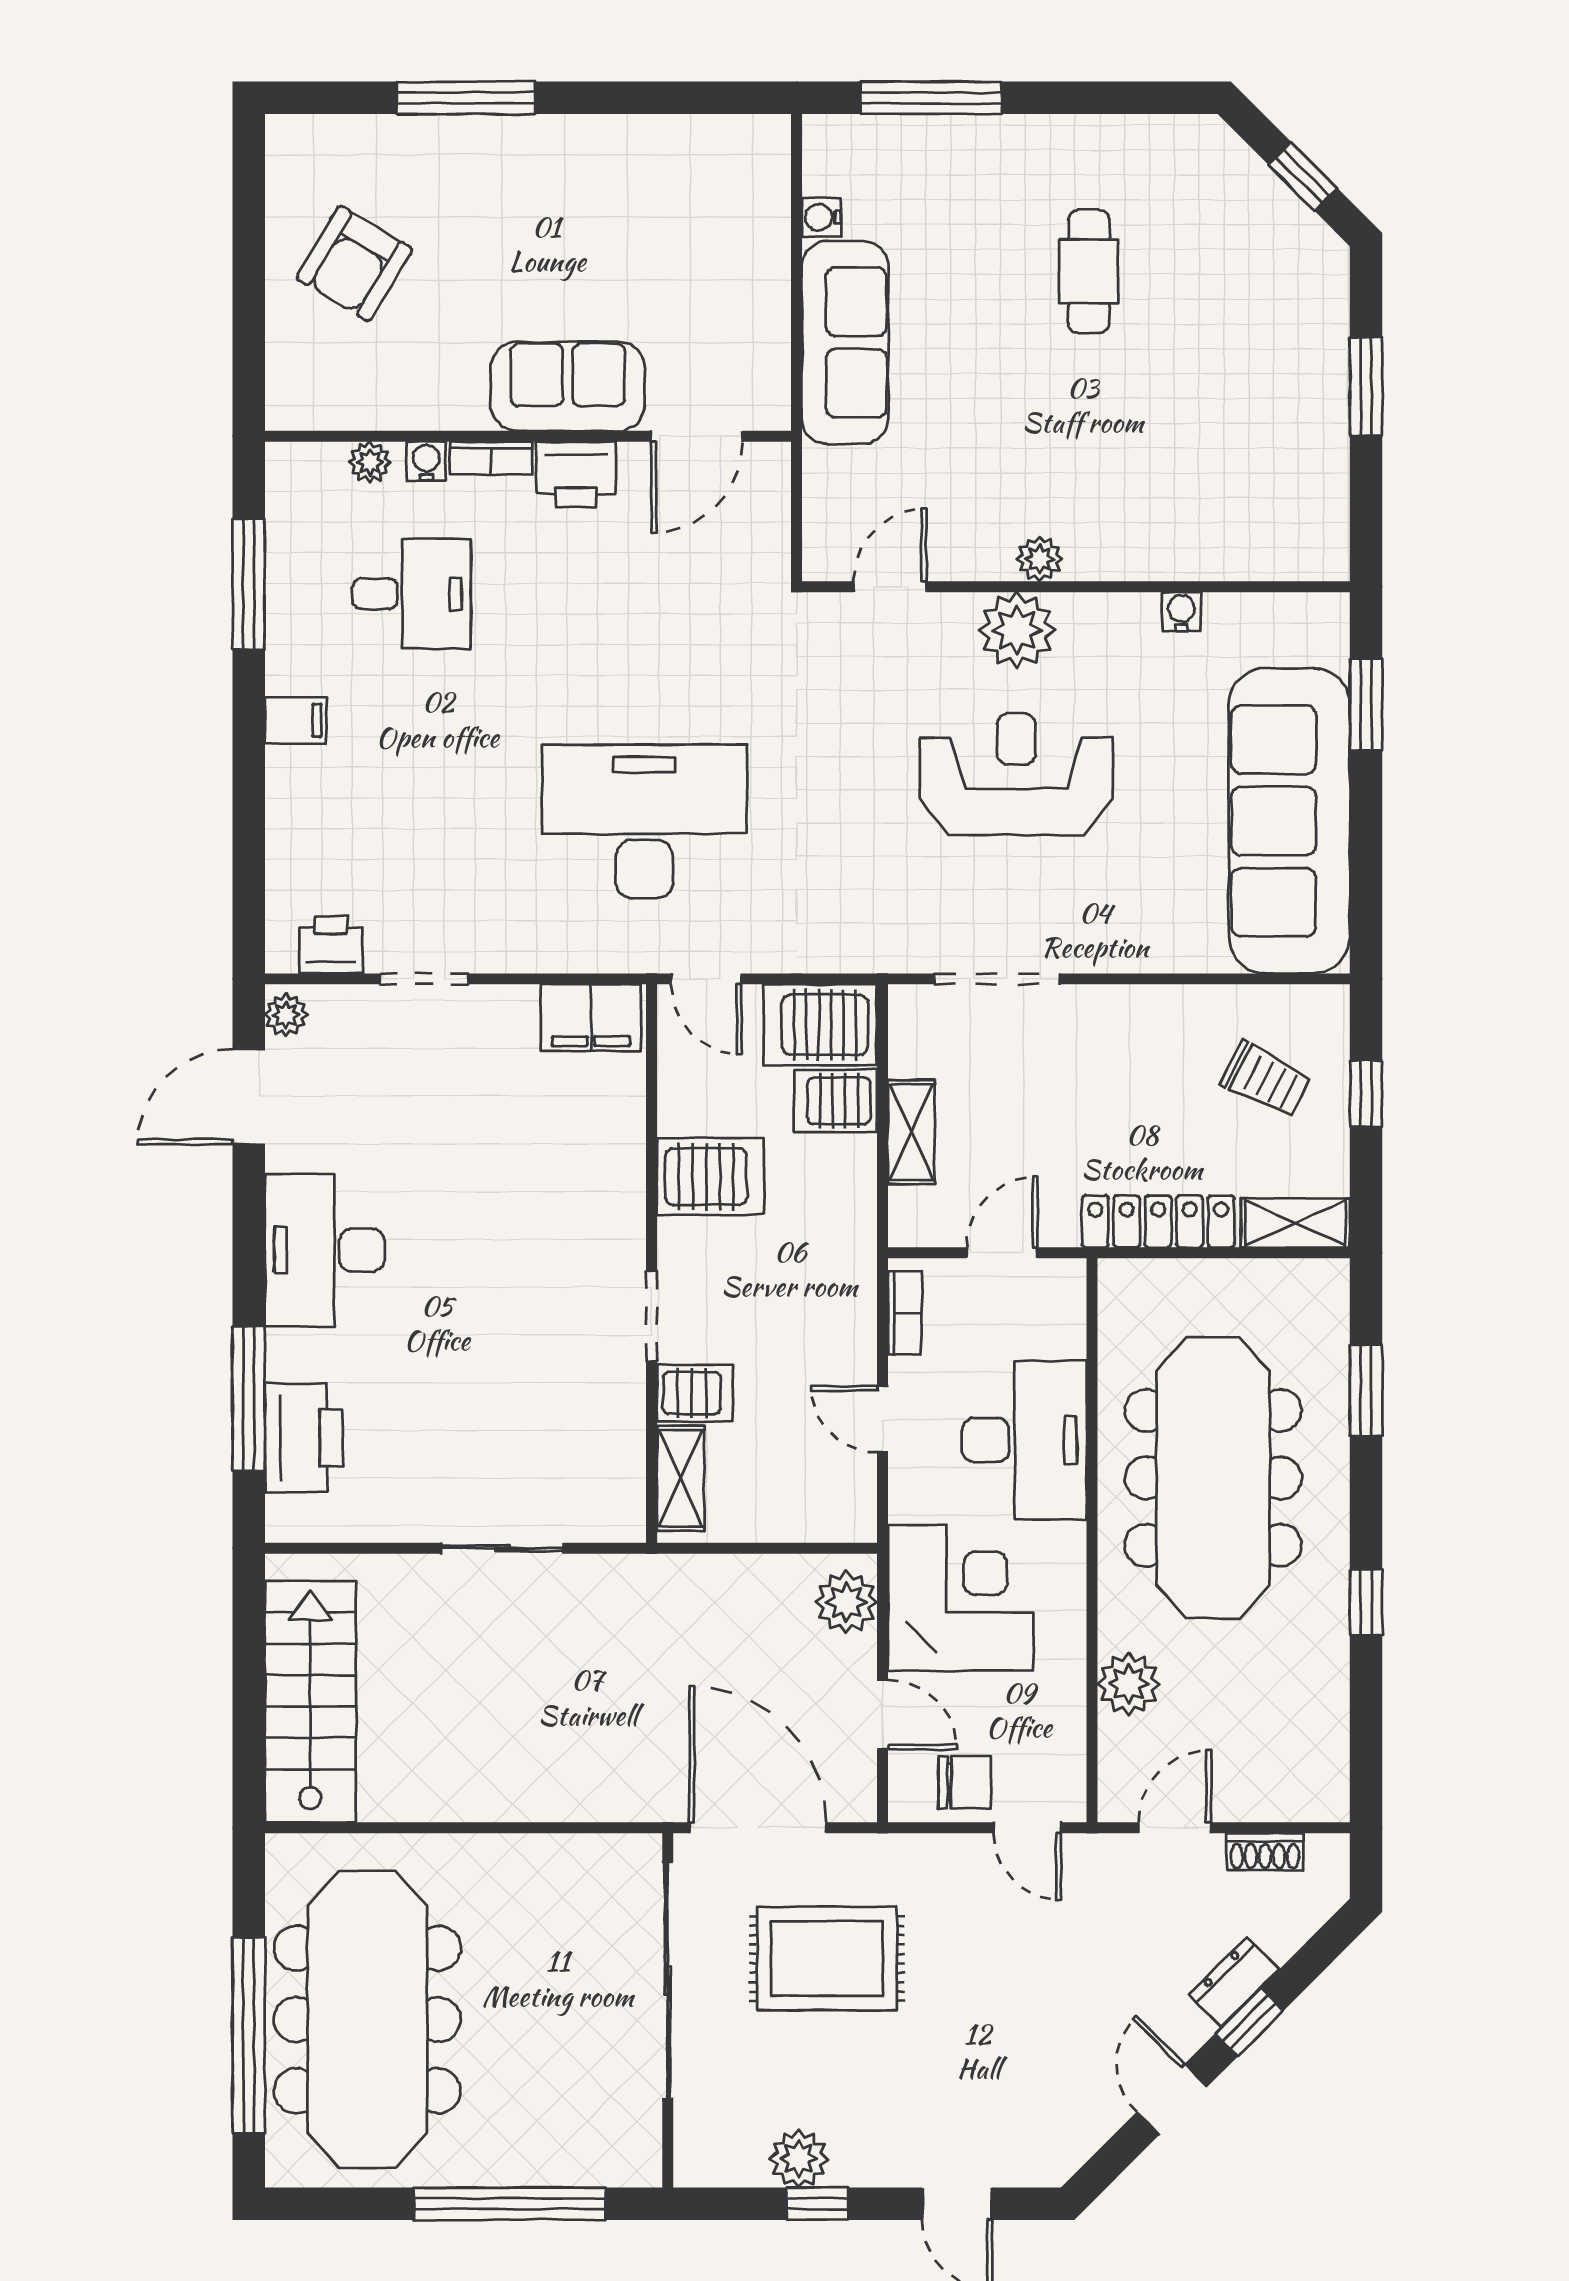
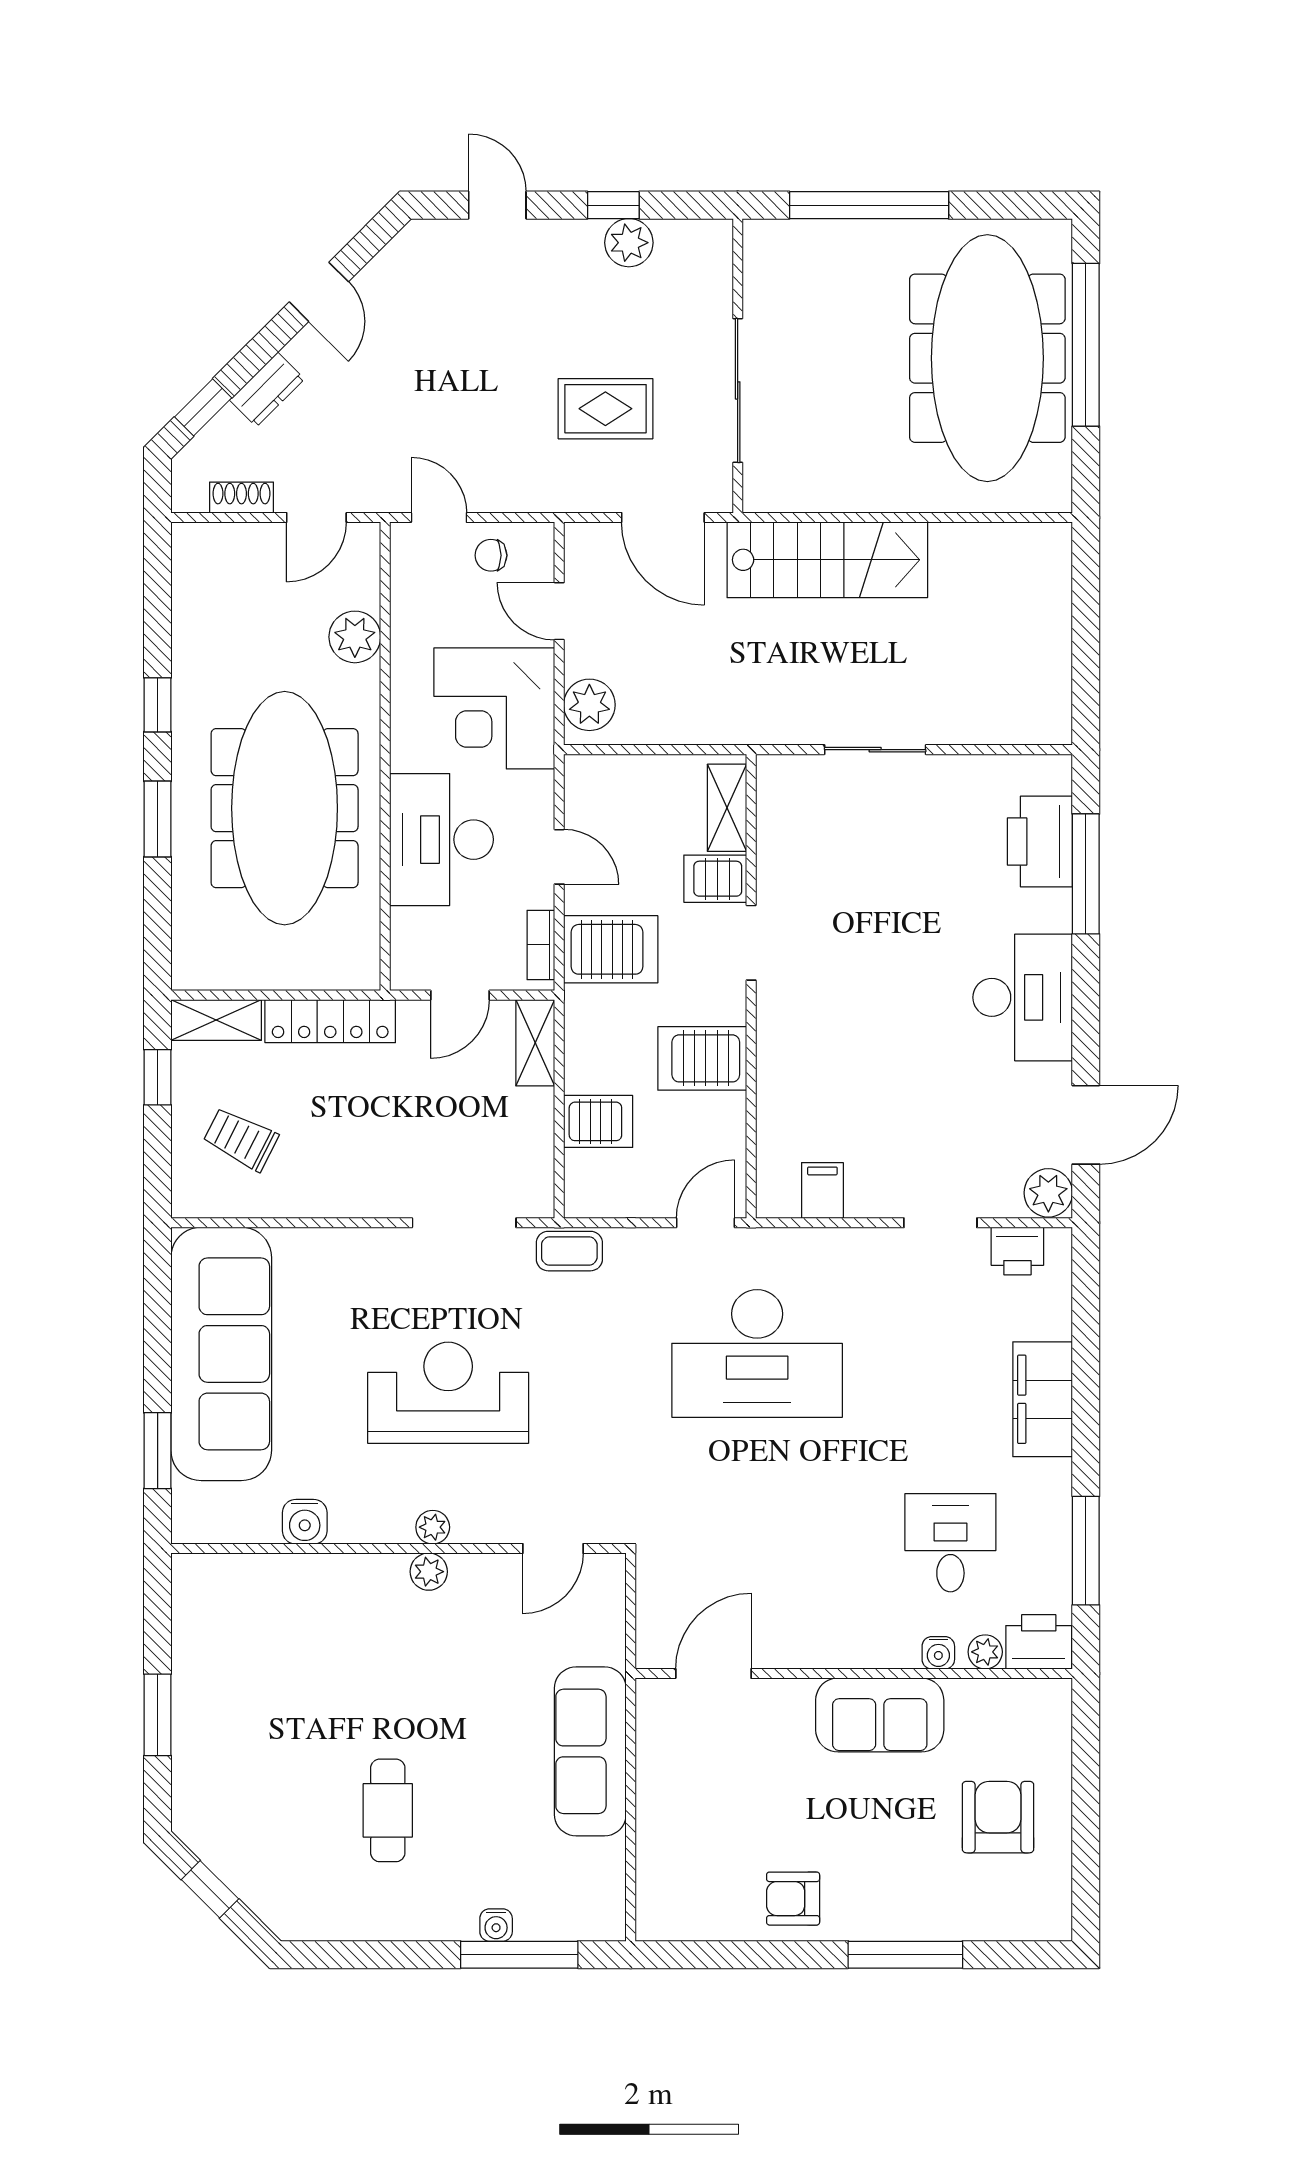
armchair: (601, 165) -> (793, 1899), added
water cooler: (821, 217) -> (496, 1925), moved, turned 90
armchair: (354, 263) -> (998, 1817), turned -31
sofa: (568, 386) -> (880, 1715), moved
bookcase: (491, 458) -> (885, 1655), removed
printer: (576, 474) -> (1039, 1642), moved
desk: (412, 594) -> (950, 1543), turned 90
water cooler: (1181, 612) -> (305, 1522), width x1.38, depth x1.38
plant: (1017, 630) -> (433, 1527), width x0.53, depth x0.53
filing cabinet: (296, 720) -> (1043, 1399), width x3.00, depth x1.17
reception desk: (1016, 774) -> (448, 1393), turned 180
coffee table: (870, 945) -> (569, 1251), added
door: (706, 979) -> (705, 1223), hinge flipped
plant: (286, 1015) -> (1048, 1193), width x1.38, depth x1.38
filing cabinet: (591, 1018) -> (822, 1190), width x0.50
server rack: (821, 1025) -> (611, 949), moved
window: (1366, 1094) -> (158, 1077), moved
shelving: (911, 1132) -> (535, 1043), moved
window: (1366, 1390) -> (158, 819), moved
stairs: (310, 1702) -> (827, 560), moved, turned -90
chair: (965, 1782) -> (491, 555), width x0.73, depth x0.73
door: (758, 1828) -> (663, 518), width x0.73
rug: (827, 1959) -> (605, 409), width x0.73, depth x0.70
sliding door: (668, 1981) -> (738, 390), width x0.73
window: (1249, 2022) -> (203, 407), moved

